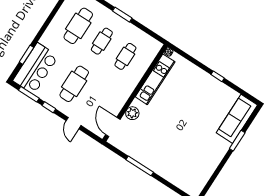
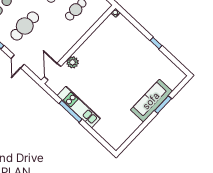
kitchen unit: (155, 79) -> (79, 107), moved, turned -90
sofa: (237, 119) -> (151, 101), moved

